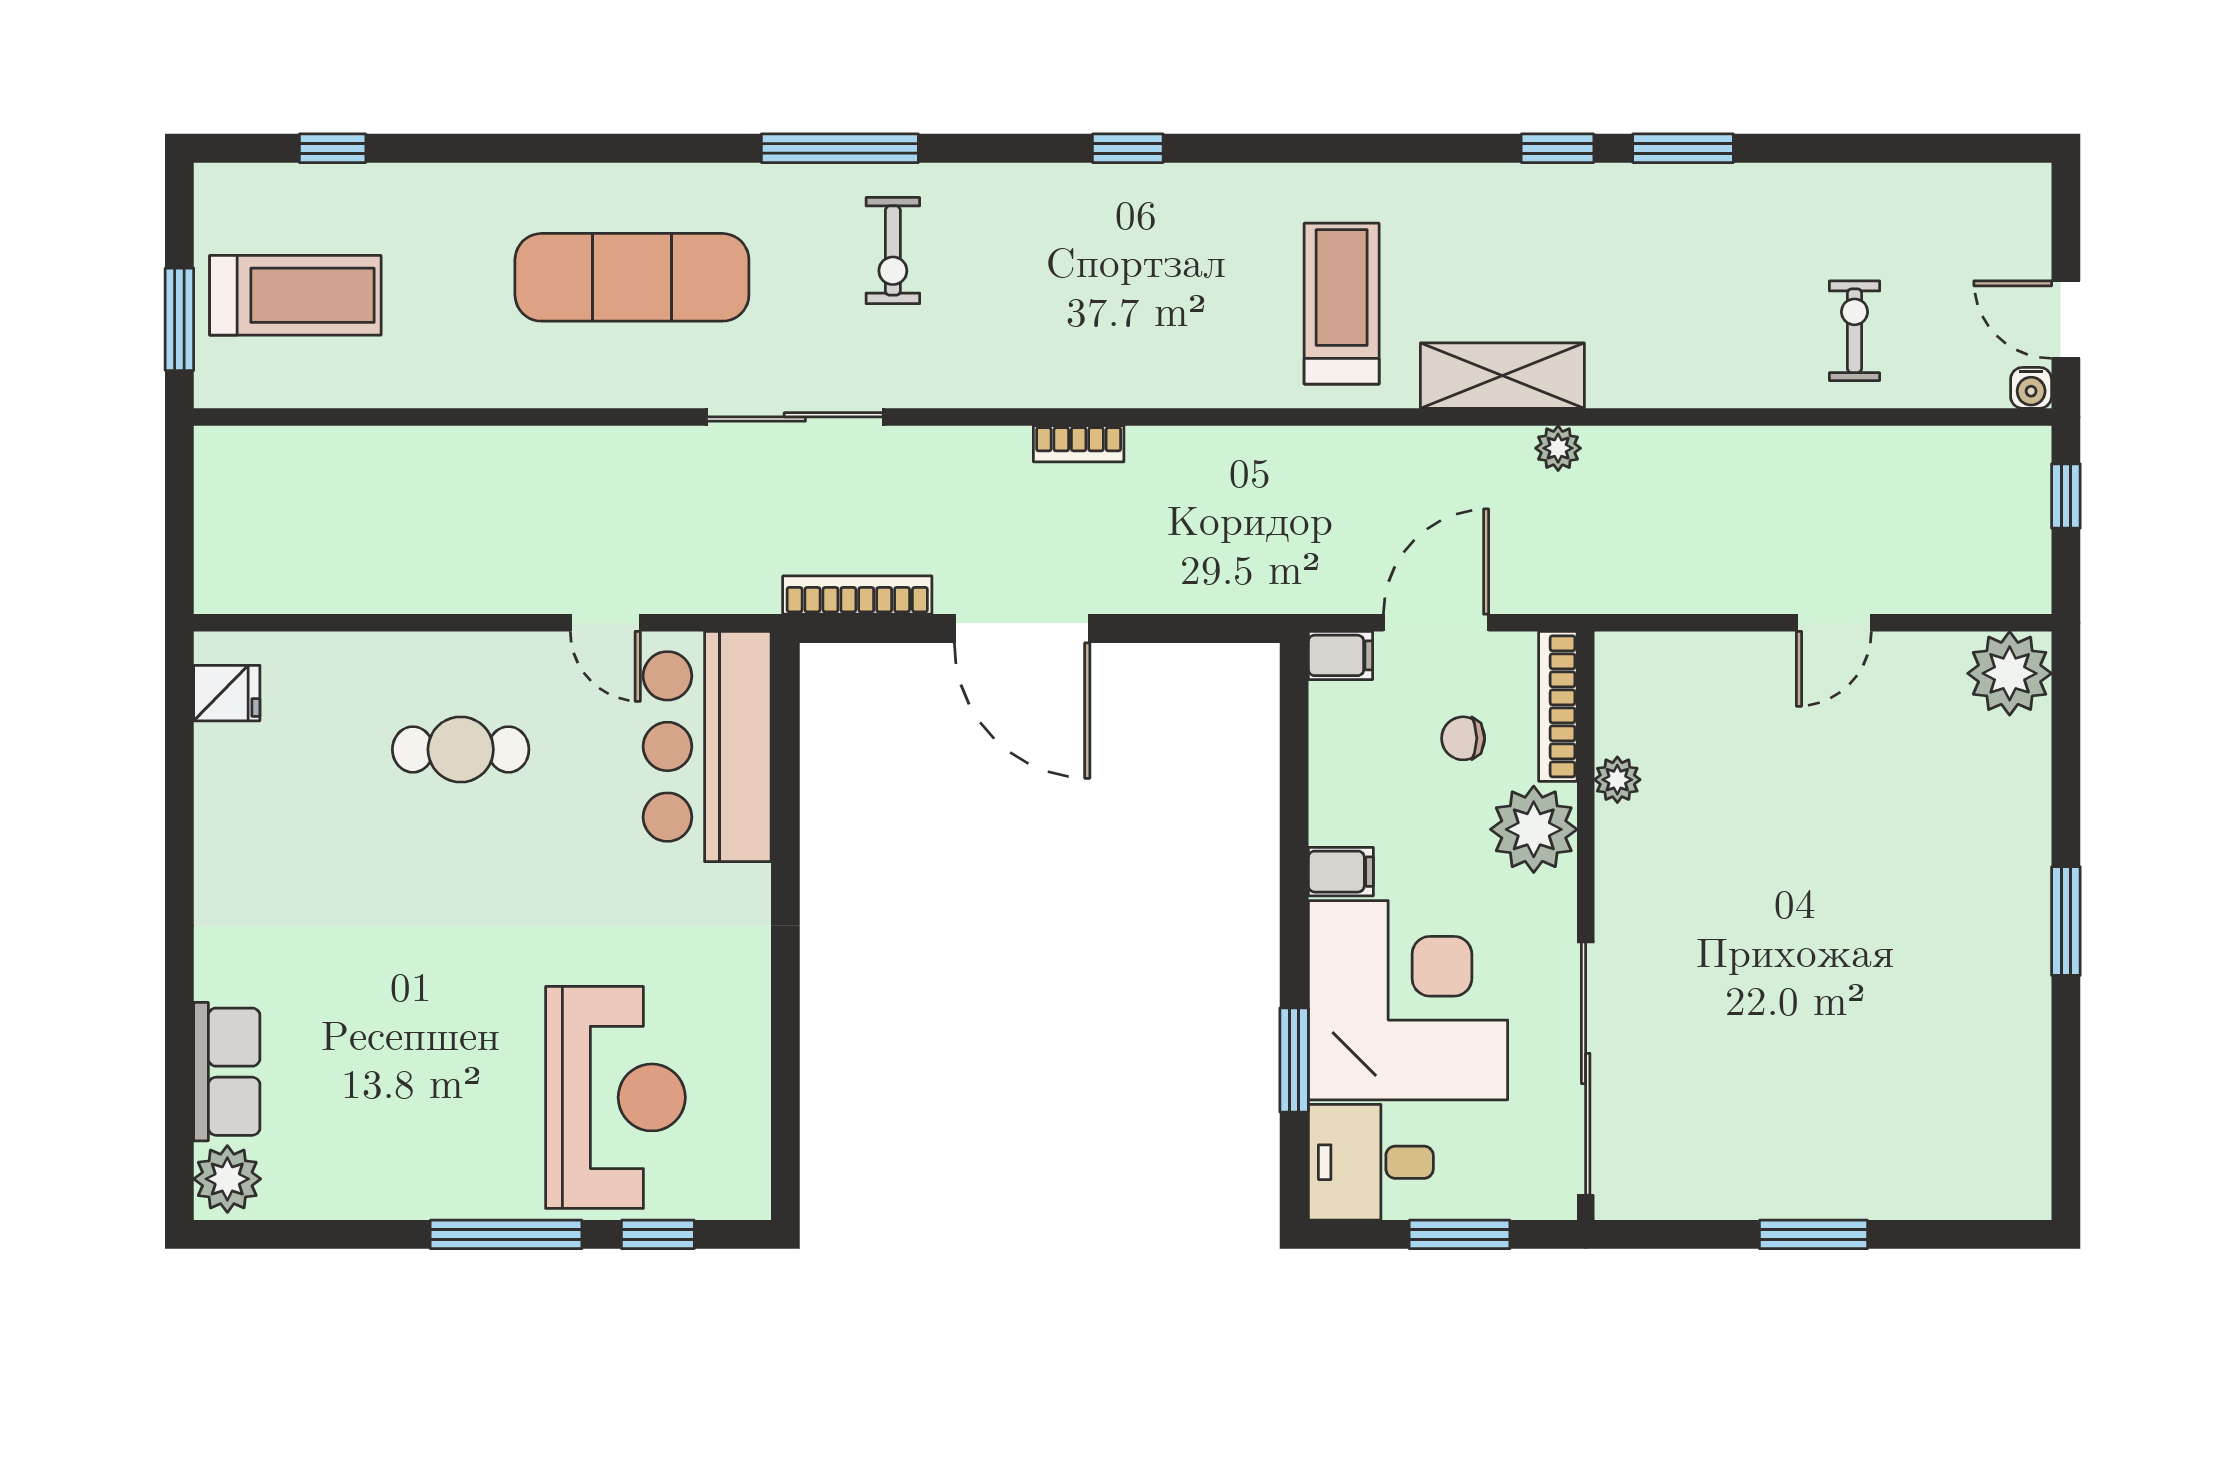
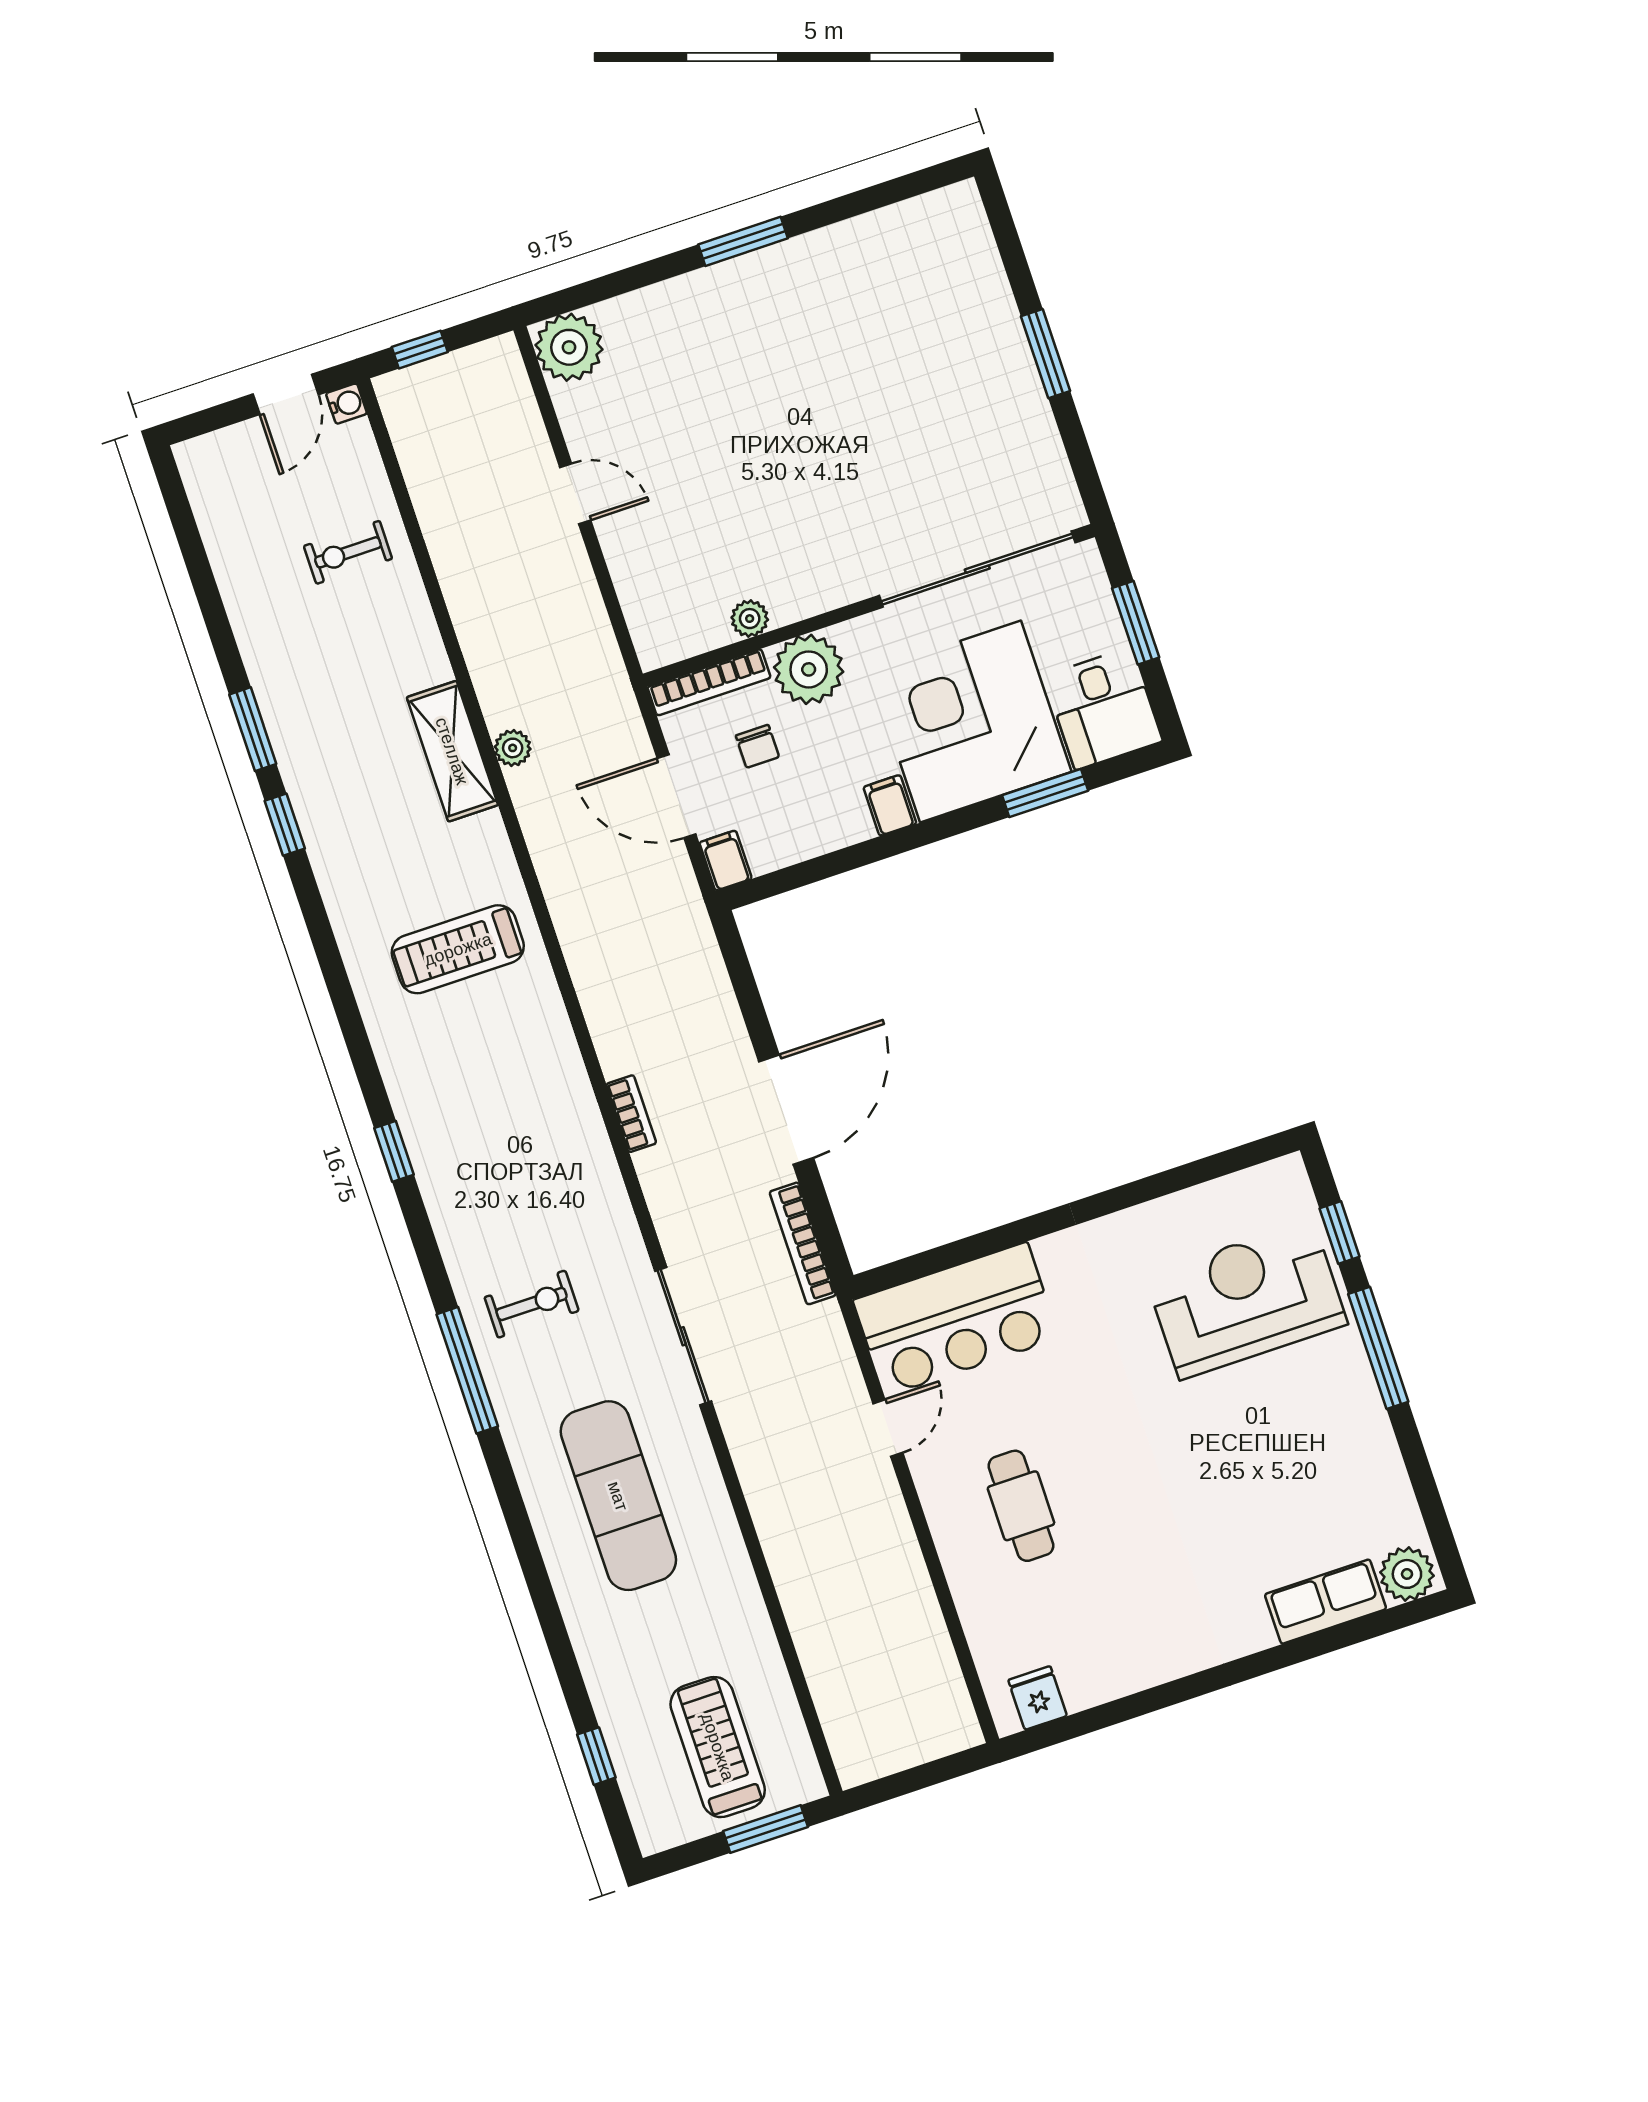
shelving: (1502, 376) -> (452, 751), moved

